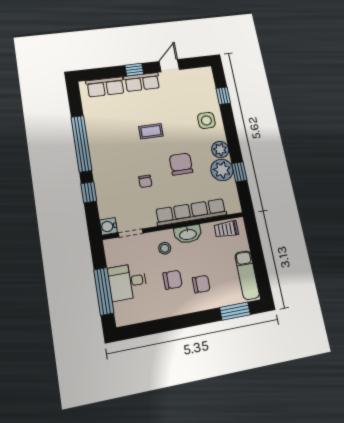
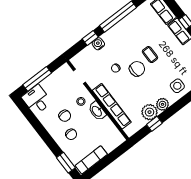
chair: (181, 164) -> (137, 69), moved
water cooler: (108, 226) -> (98, 44), moved
trolley: (226, 229) -> (113, 133), removed
desk: (127, 282) -> (37, 100), moved

